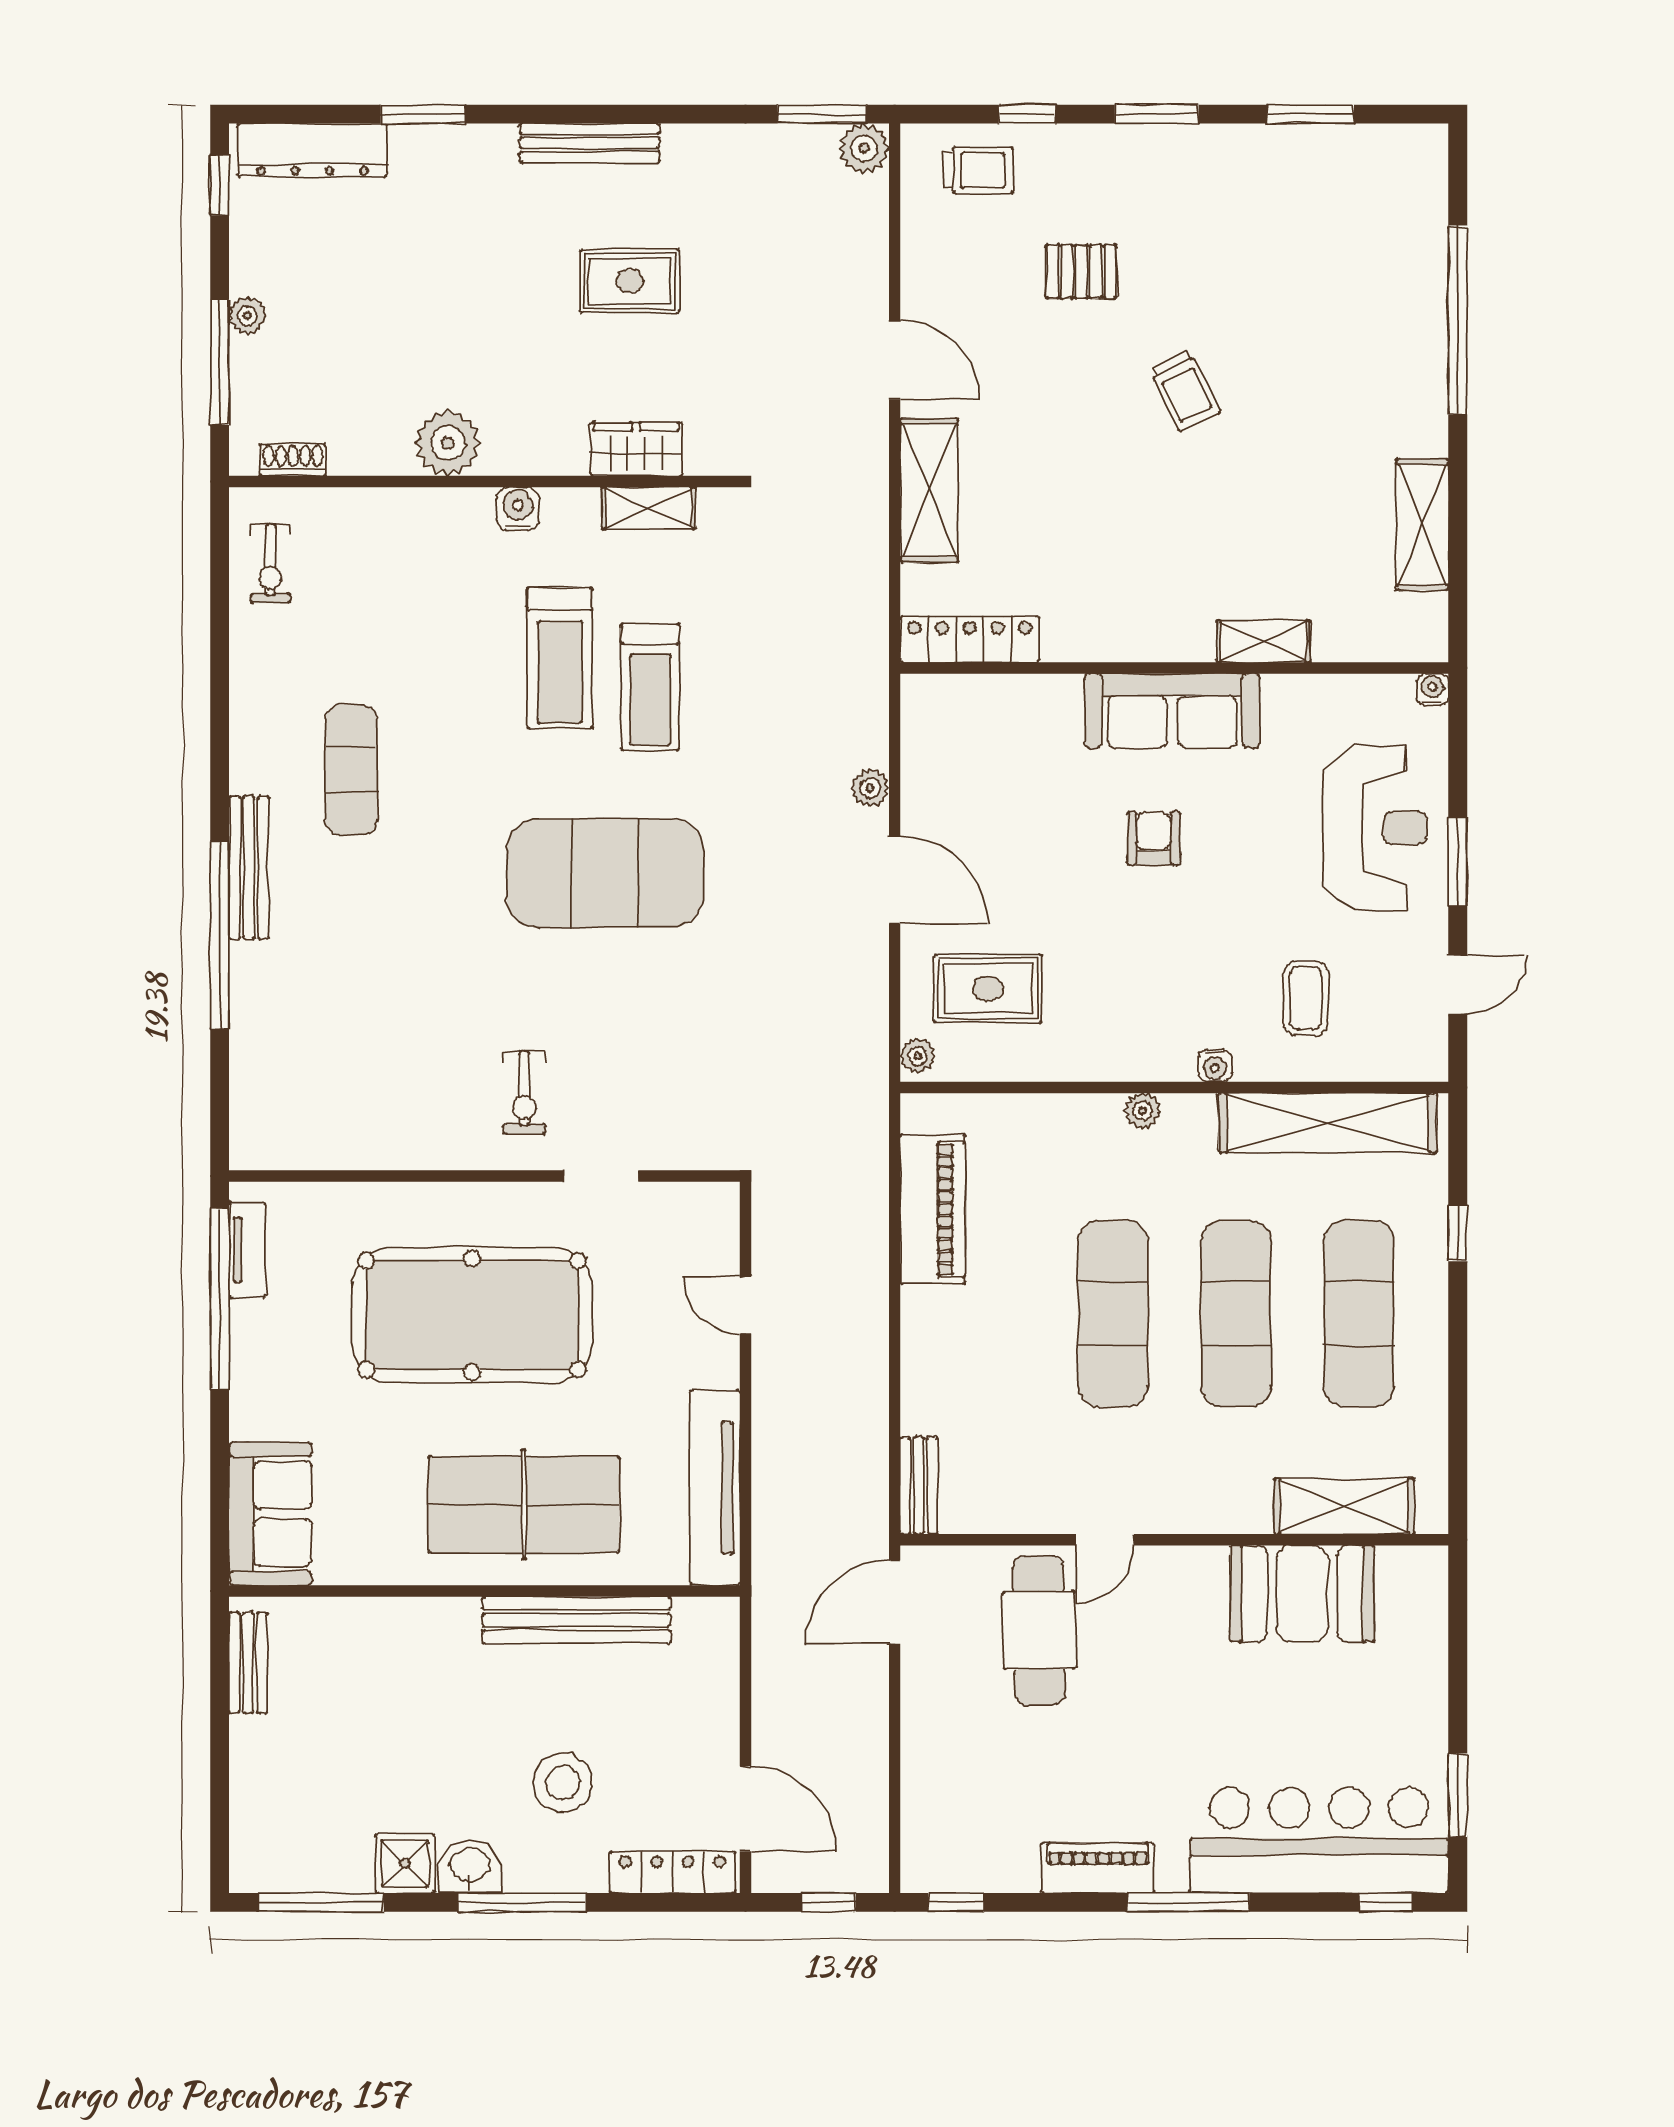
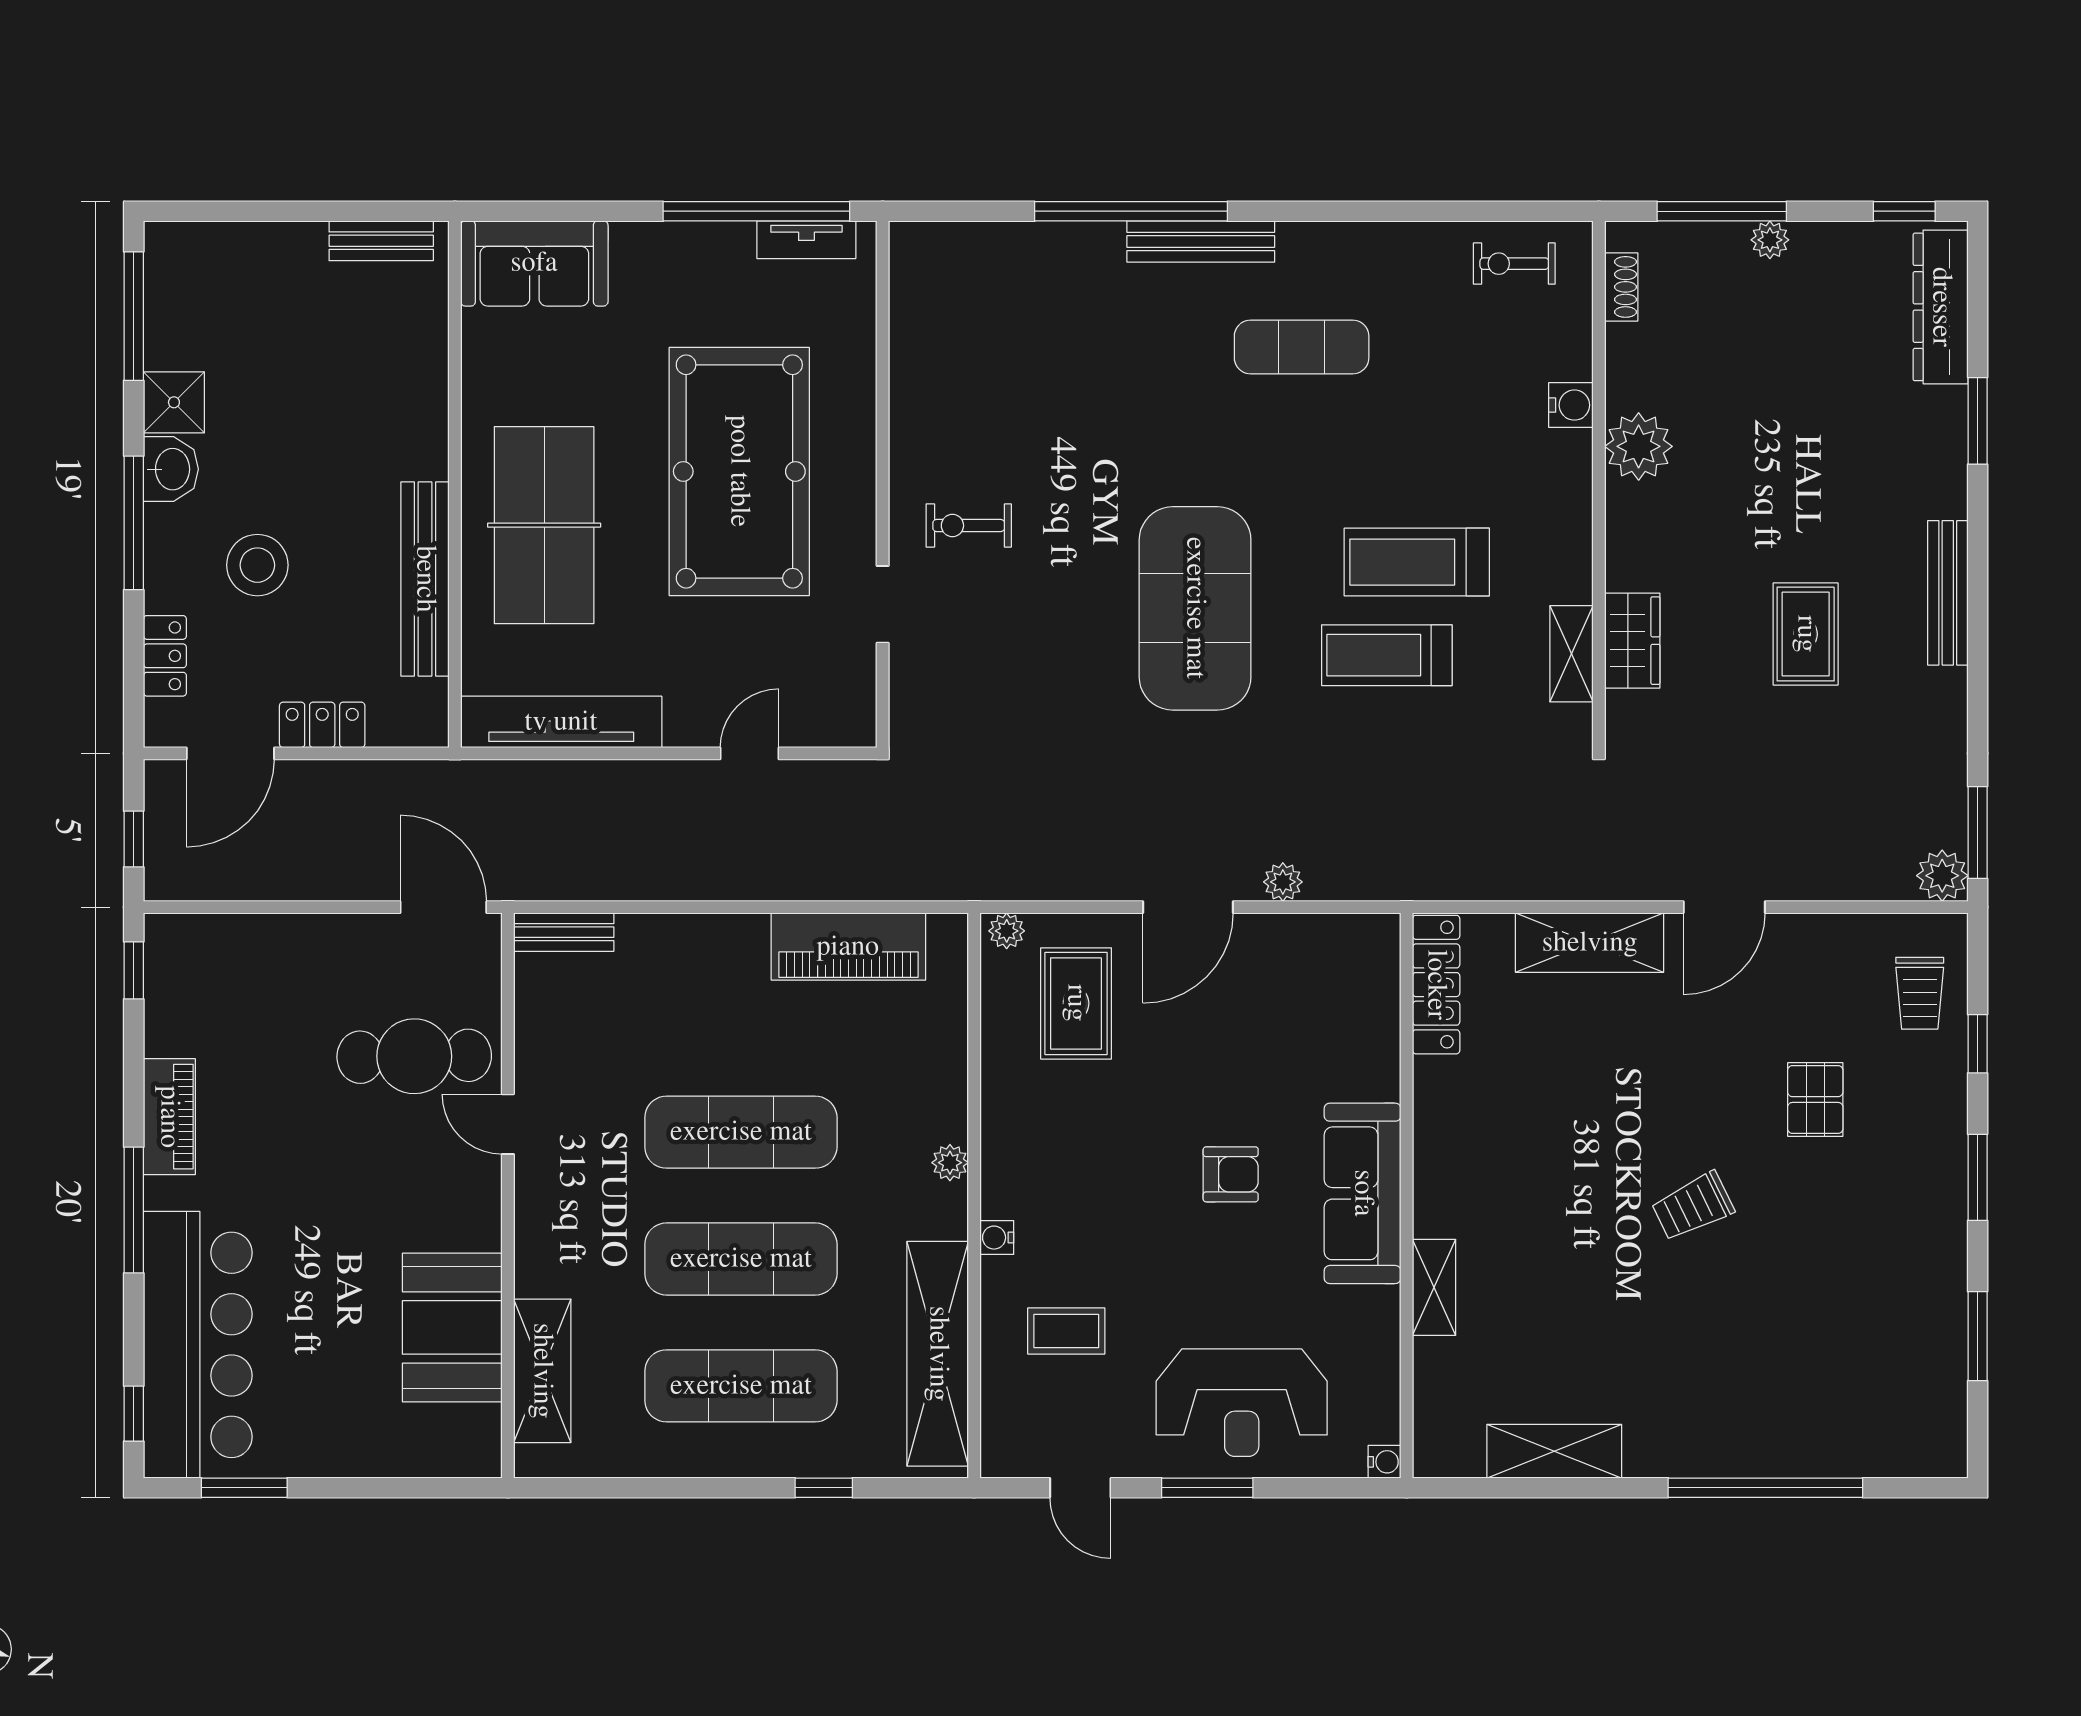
water cooler: (518, 509) -> (1571, 405), moved
locker: (718, 1720) -> (322, 725), added
locker: (673, 1872) -> (165, 656), width x0.66

